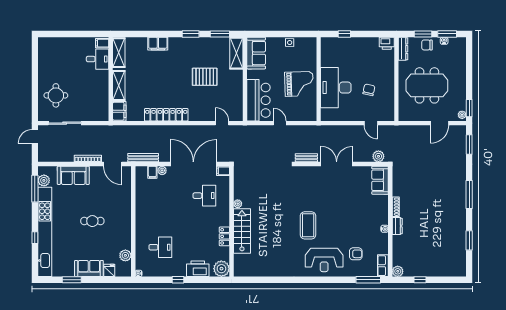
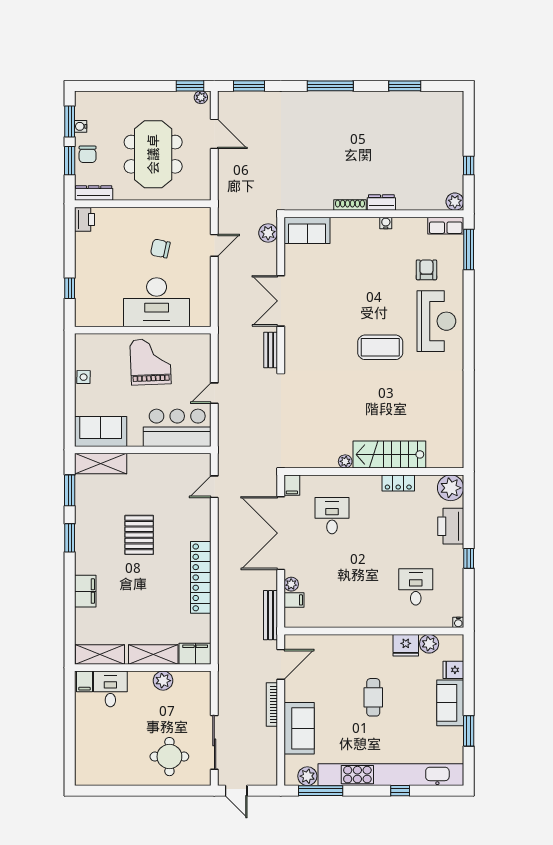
pallet: (205, 77) -> (139, 535), moved
plant: (103, 91) -> (163, 681), added
fridge: (124, 241) -> (406, 645), added

